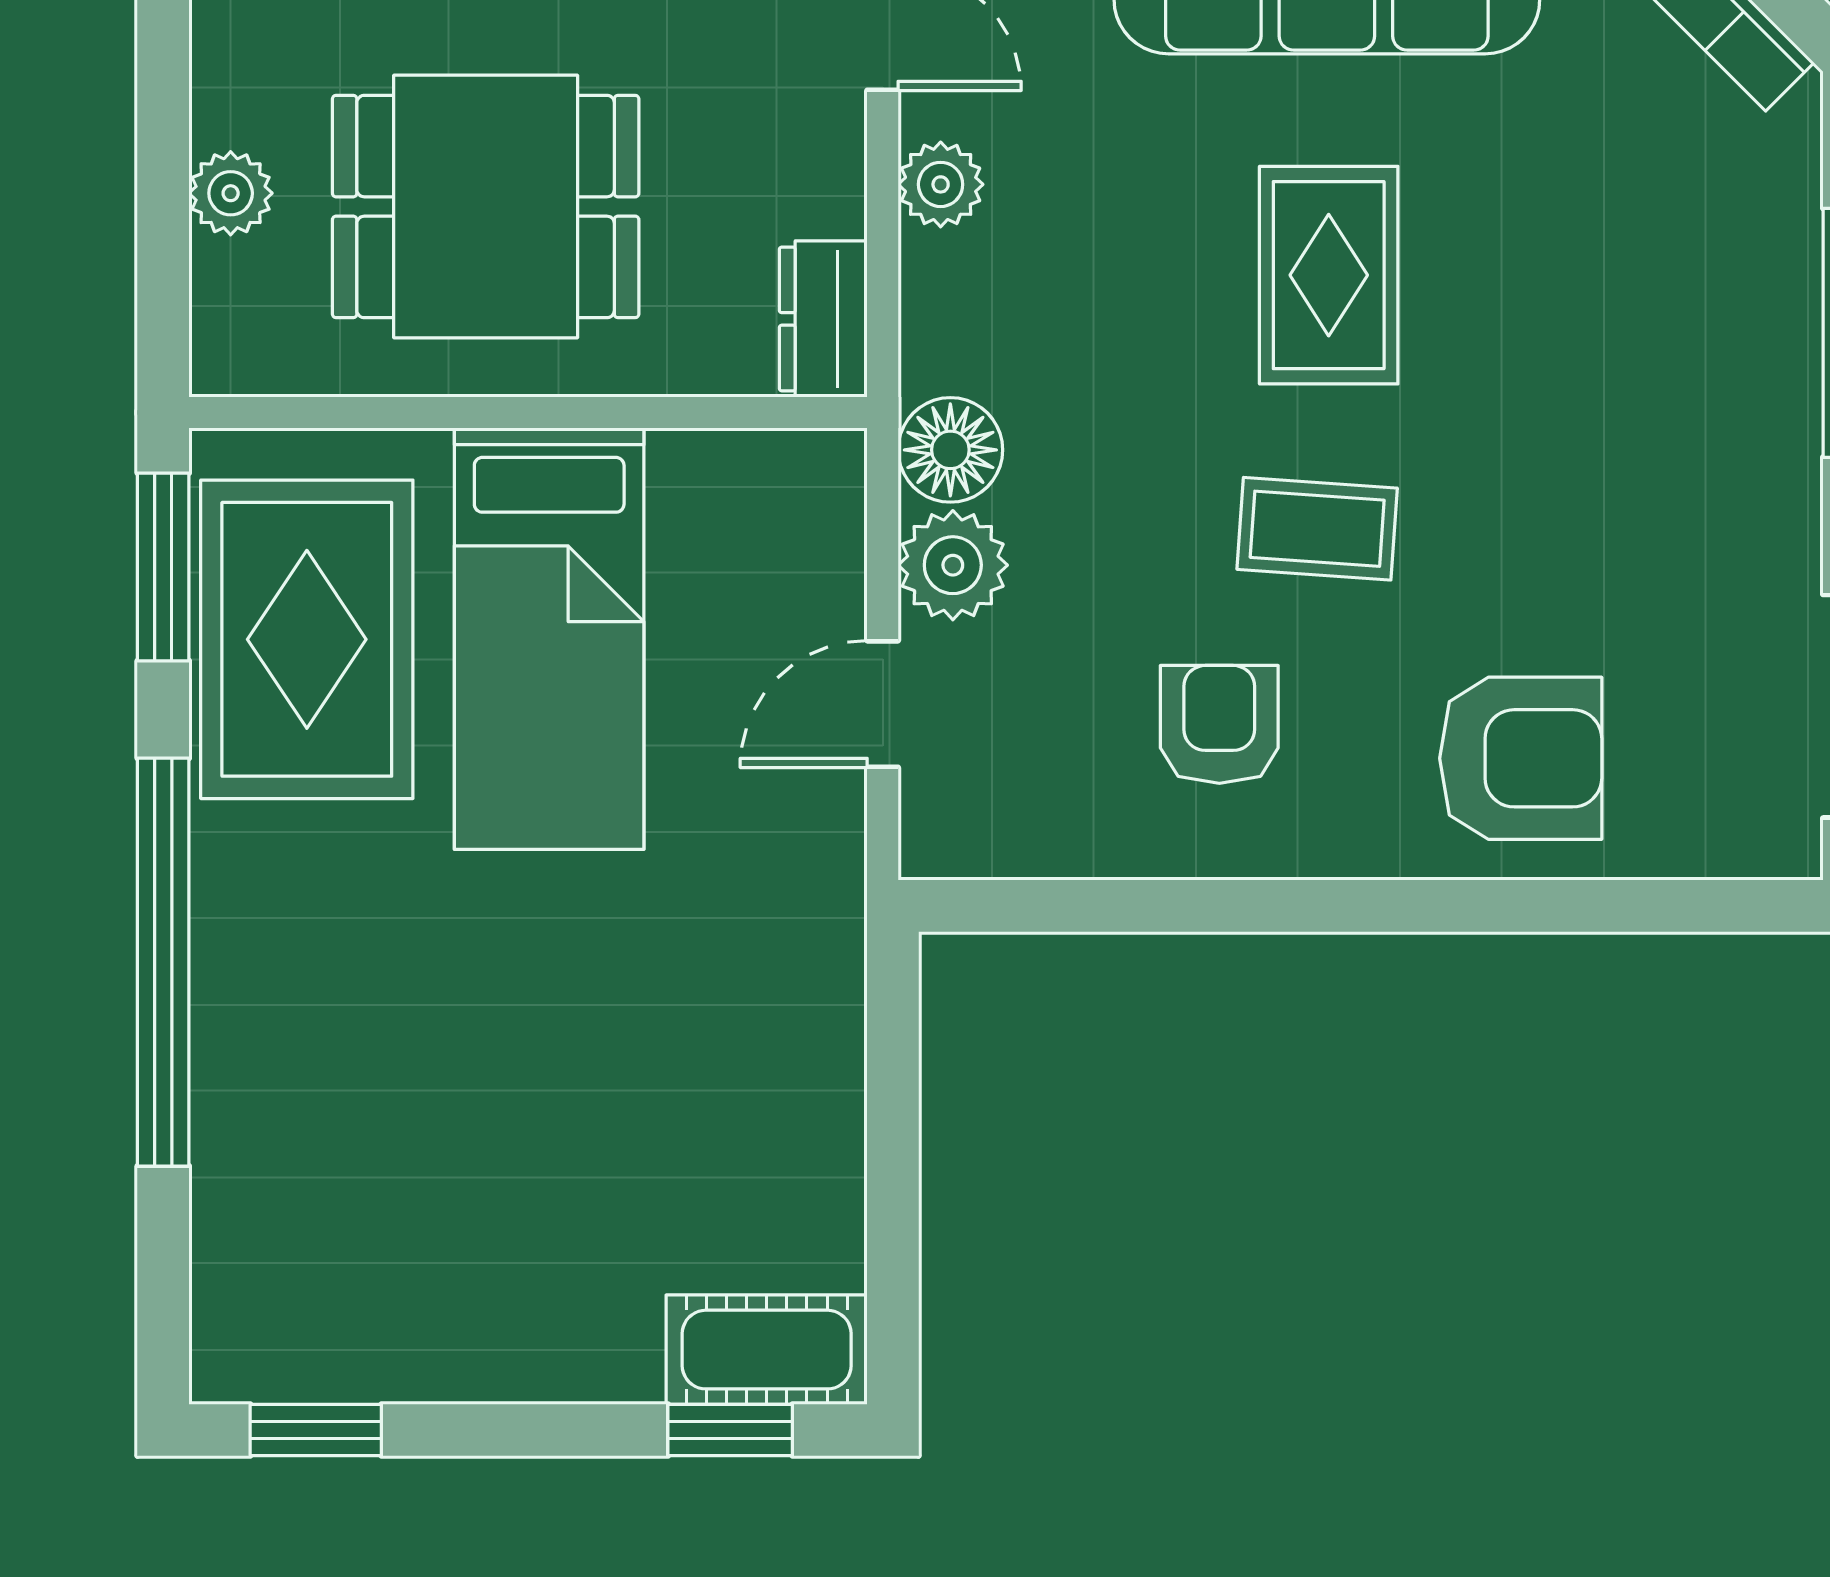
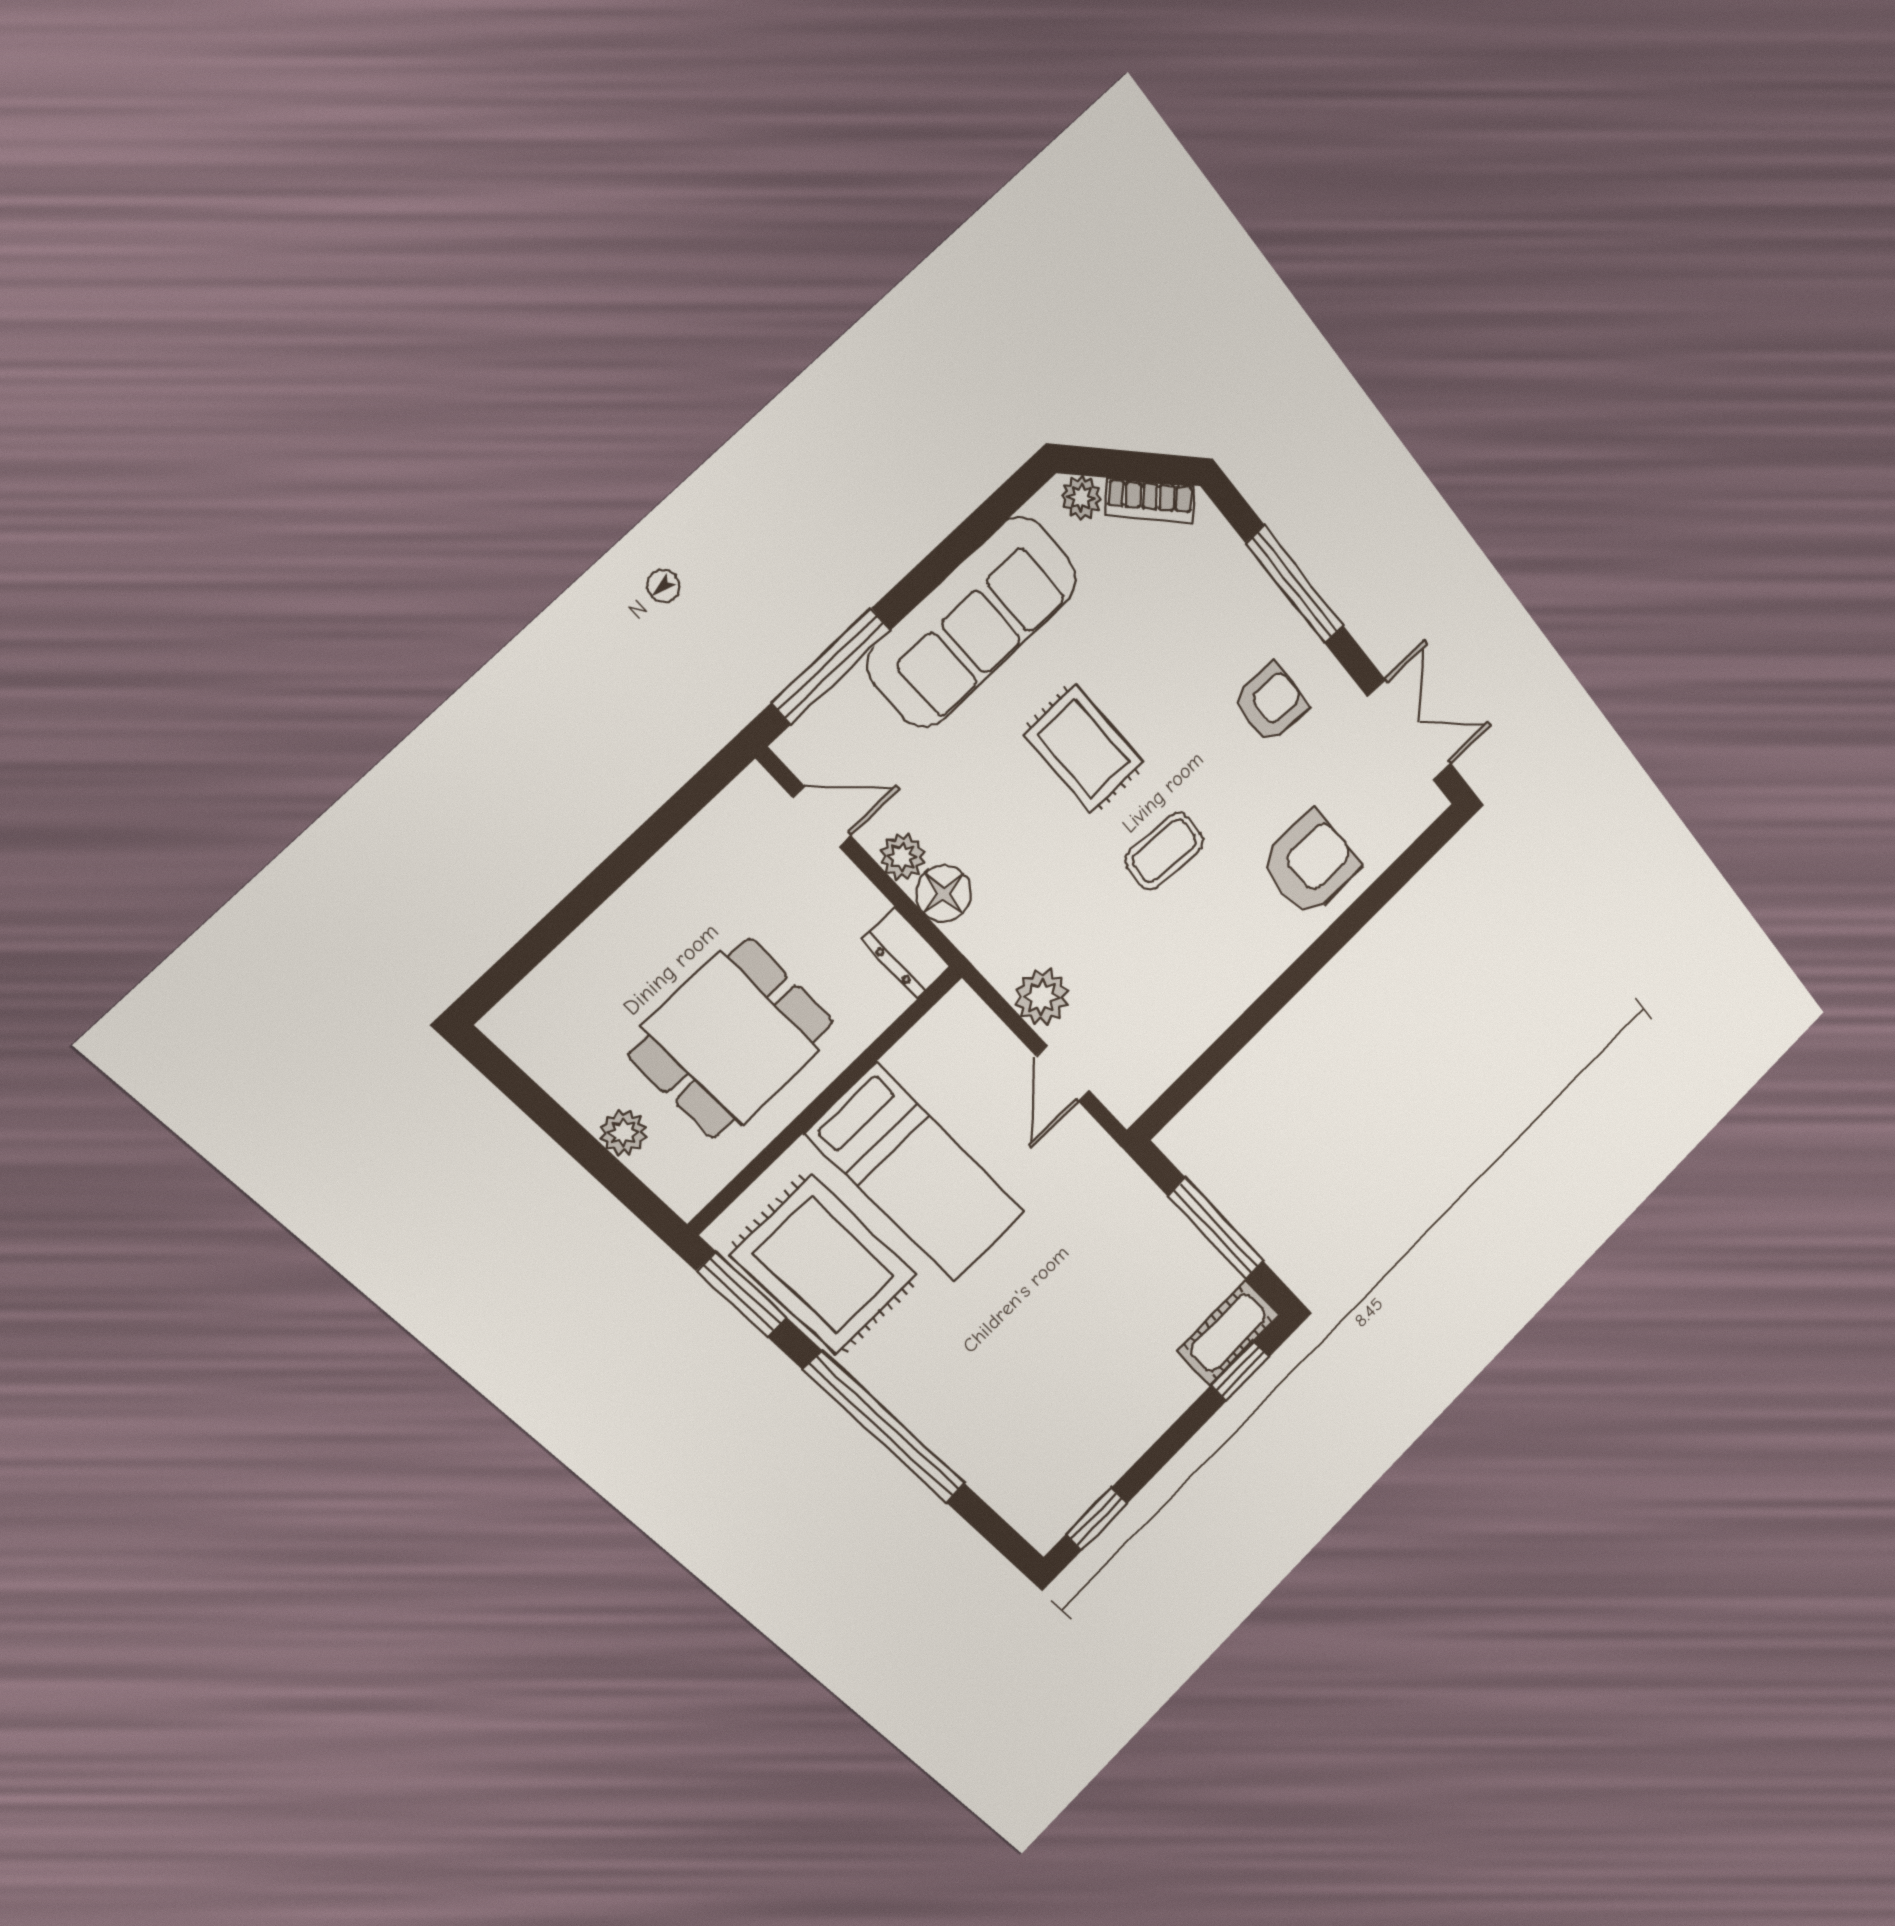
floor lamp: (950, 450) -> (944, 893), moved
armchair: (1219, 724) -> (1270, 703), moved, turned 92
window: (893, 1168) -> (1216, 1229), added

